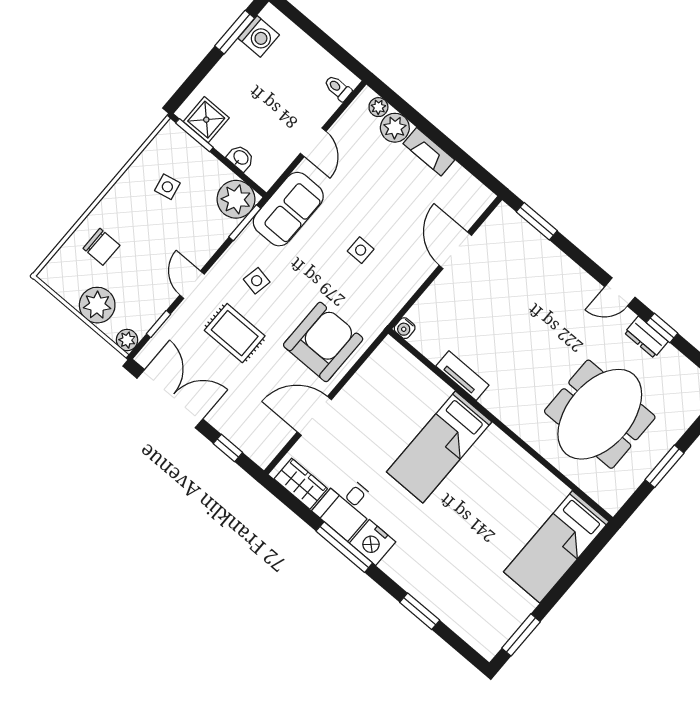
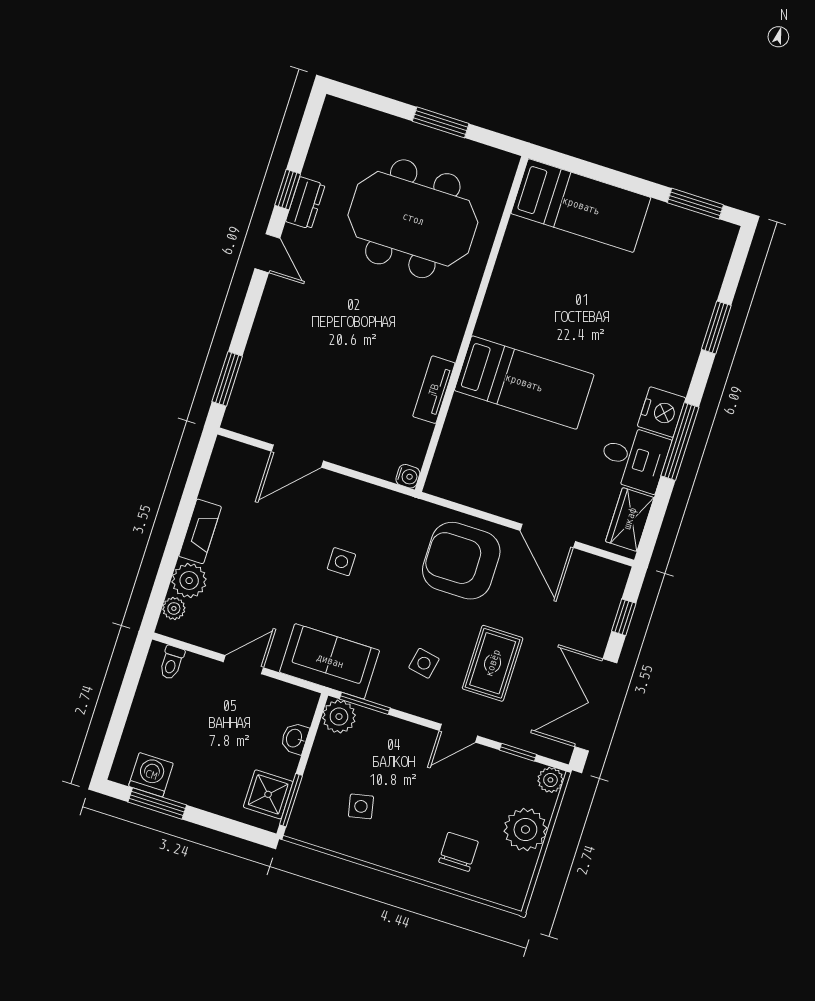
plant: (236, 199) -> (339, 717), width x0.73, depth x0.73

